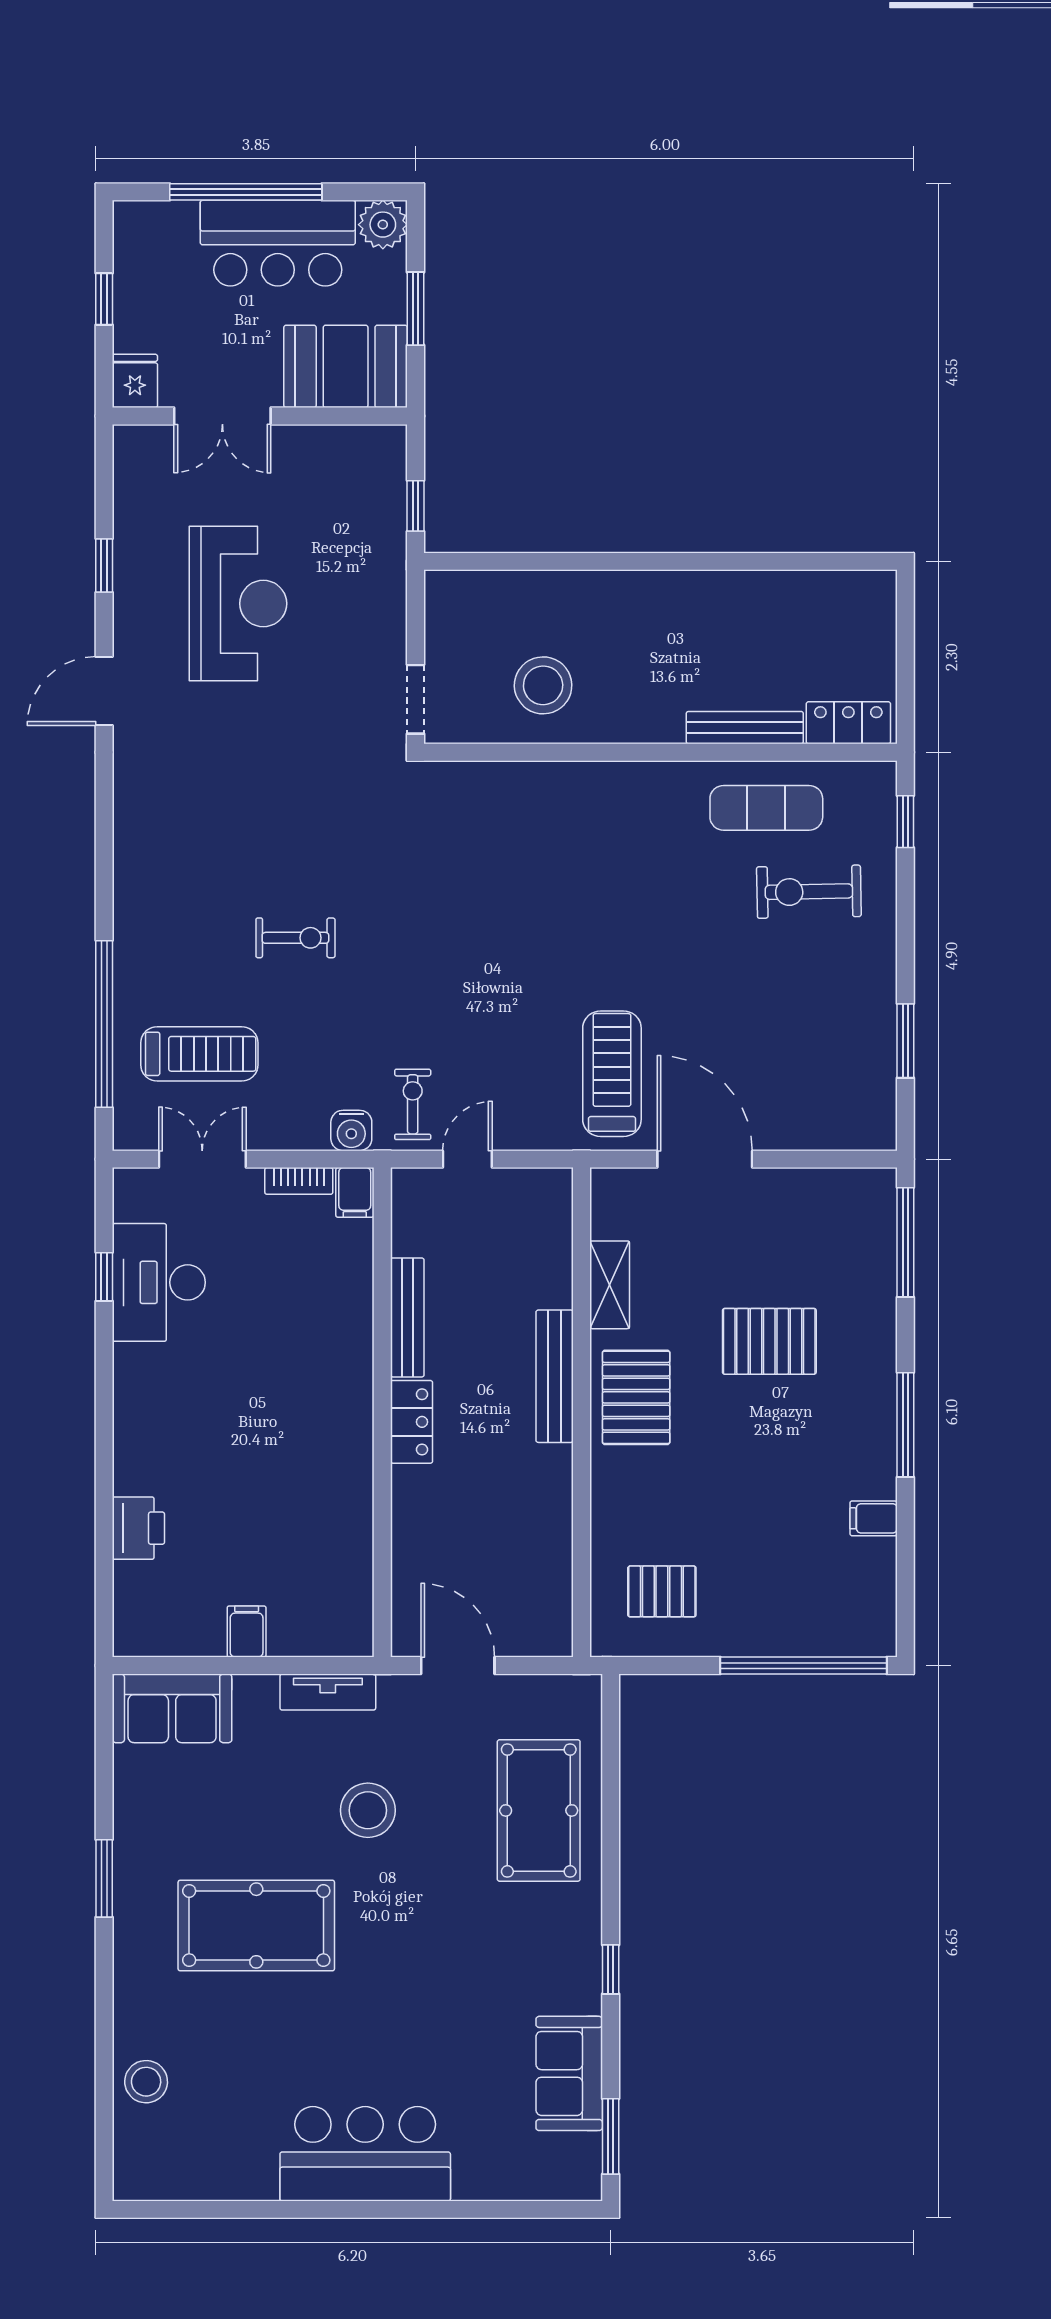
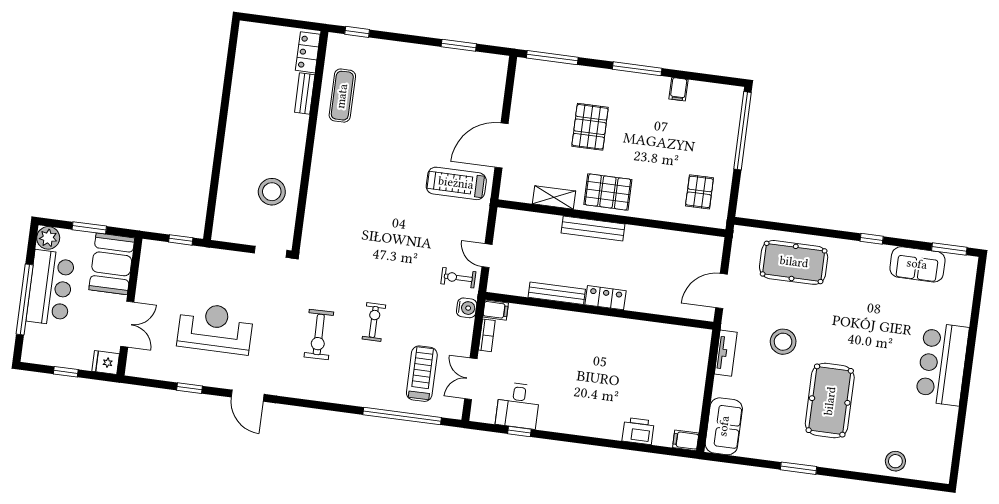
bench: (745, 728) -> (305, 93), width x0.73
exercise bike: (809, 892) -> (319, 334), moved
desk: (159, 1282) -> (518, 405), width x0.73
filing cabinet: (247, 1631) -> (686, 440), moved

